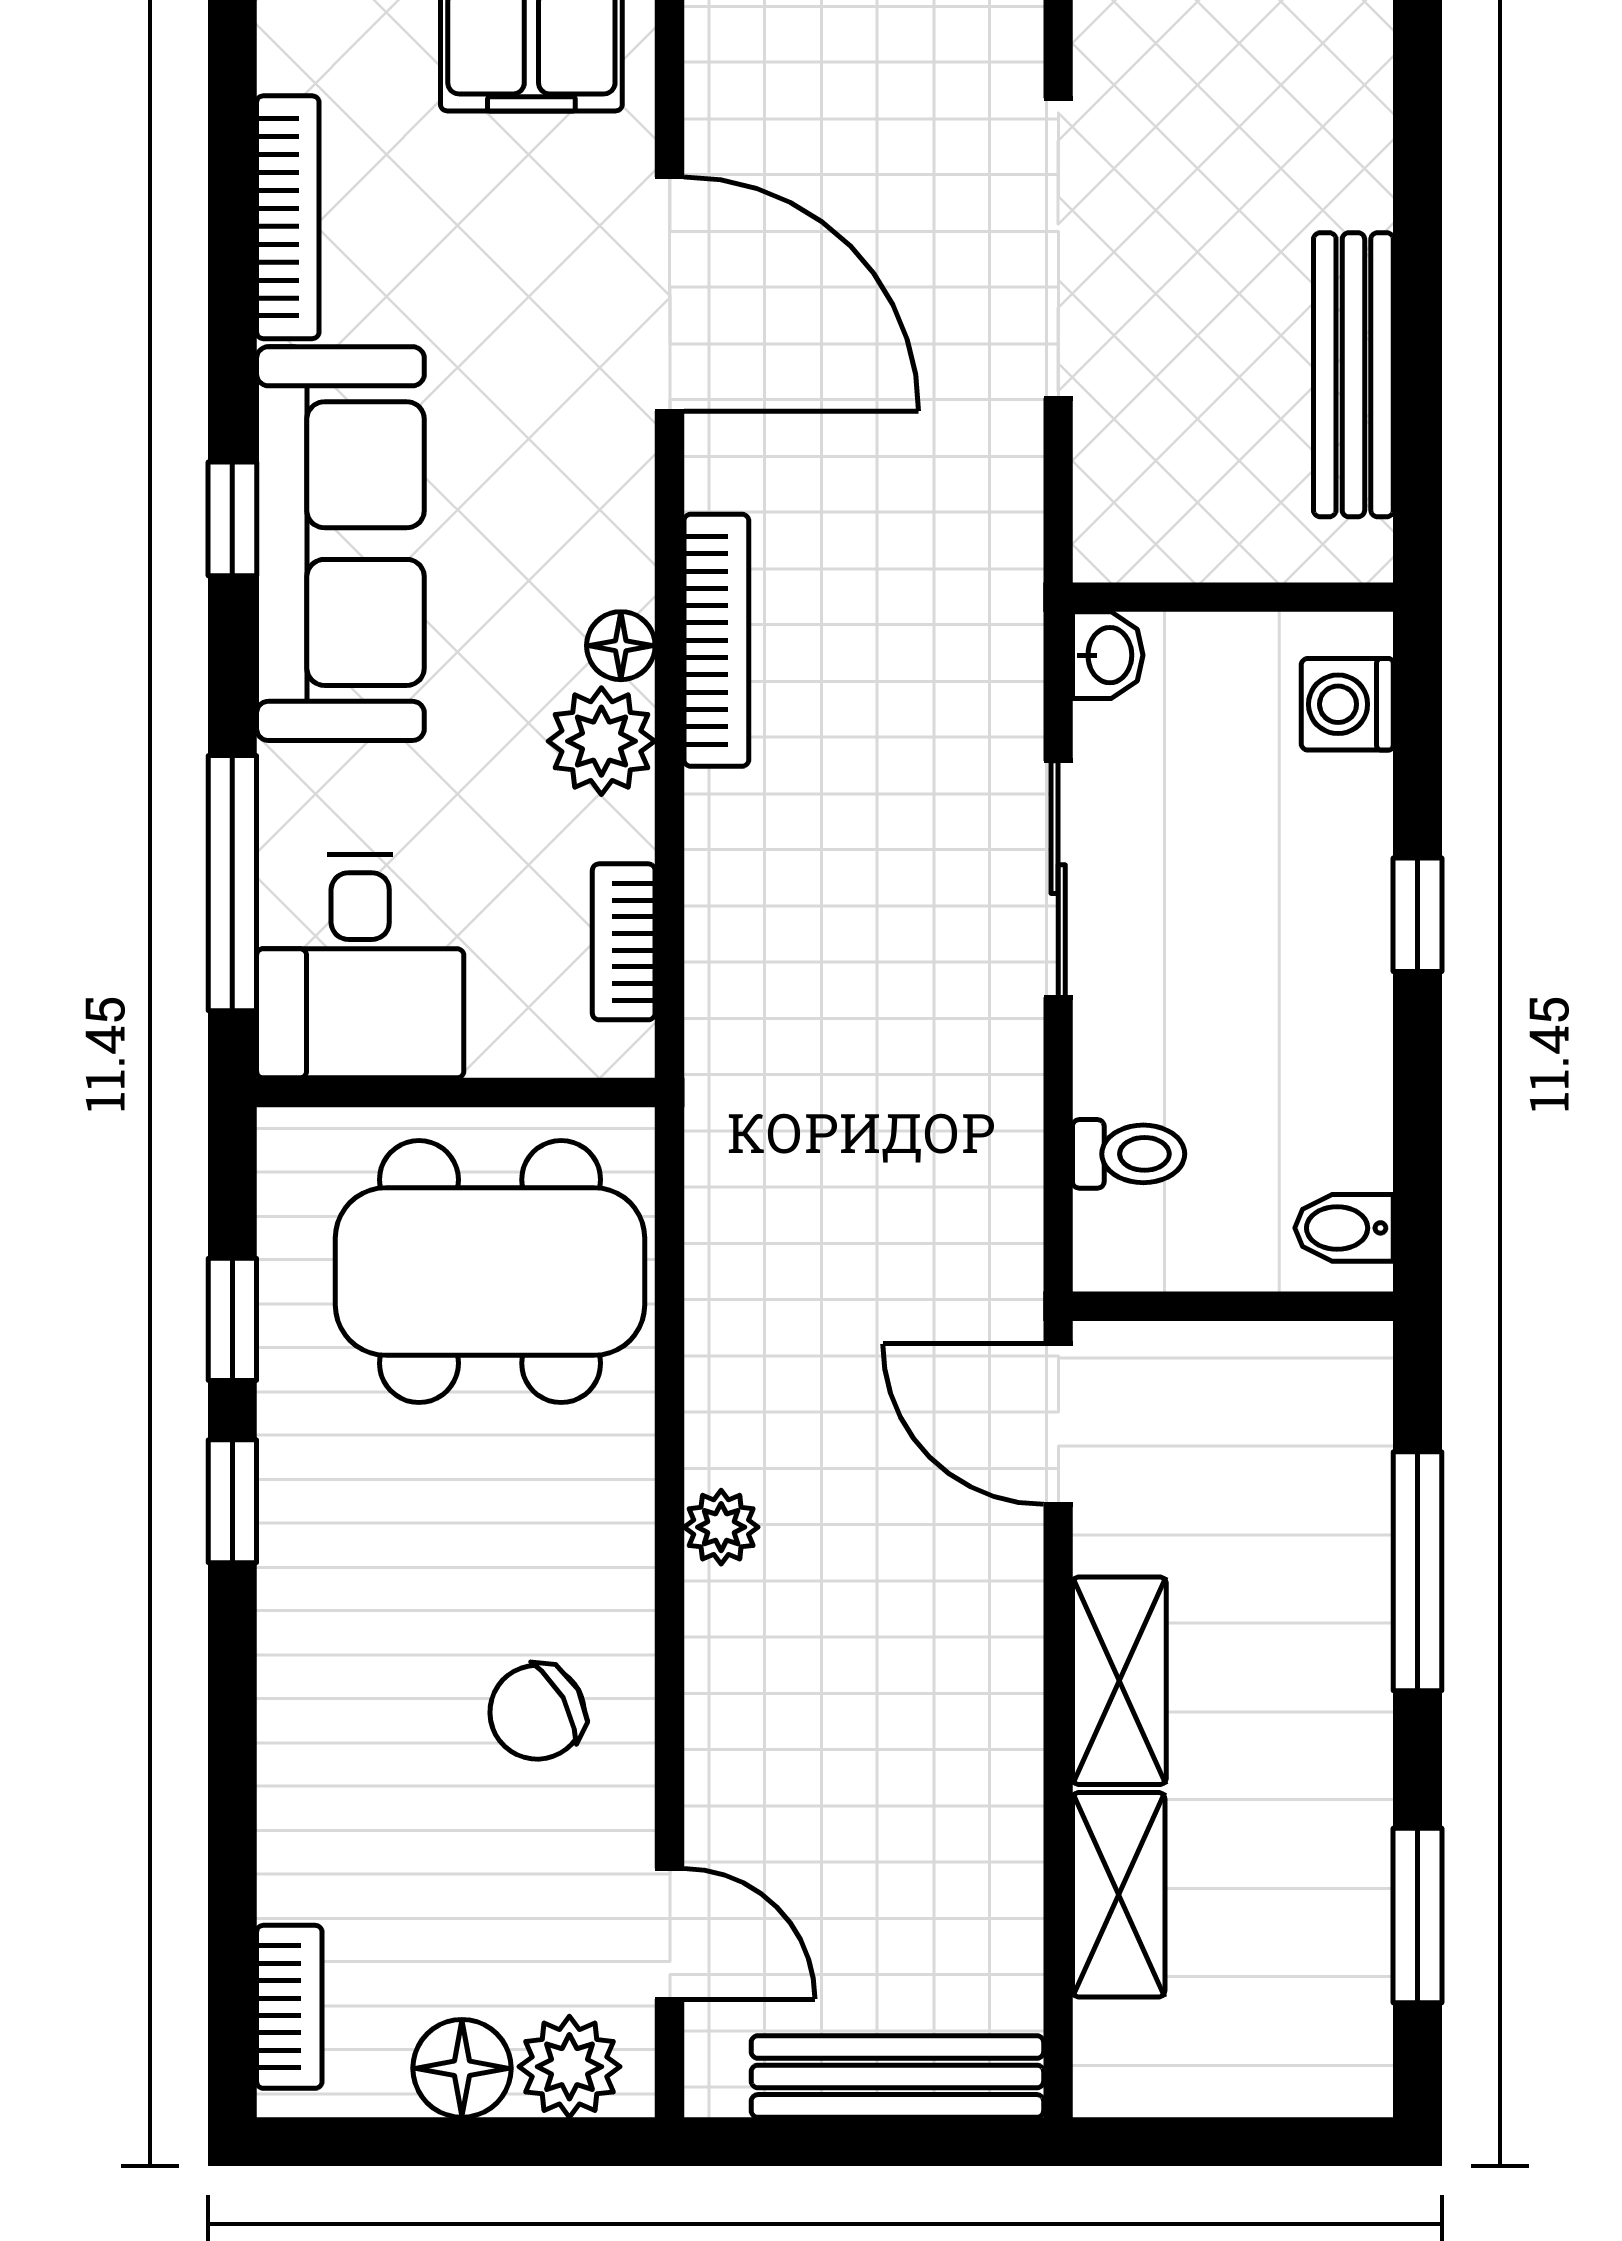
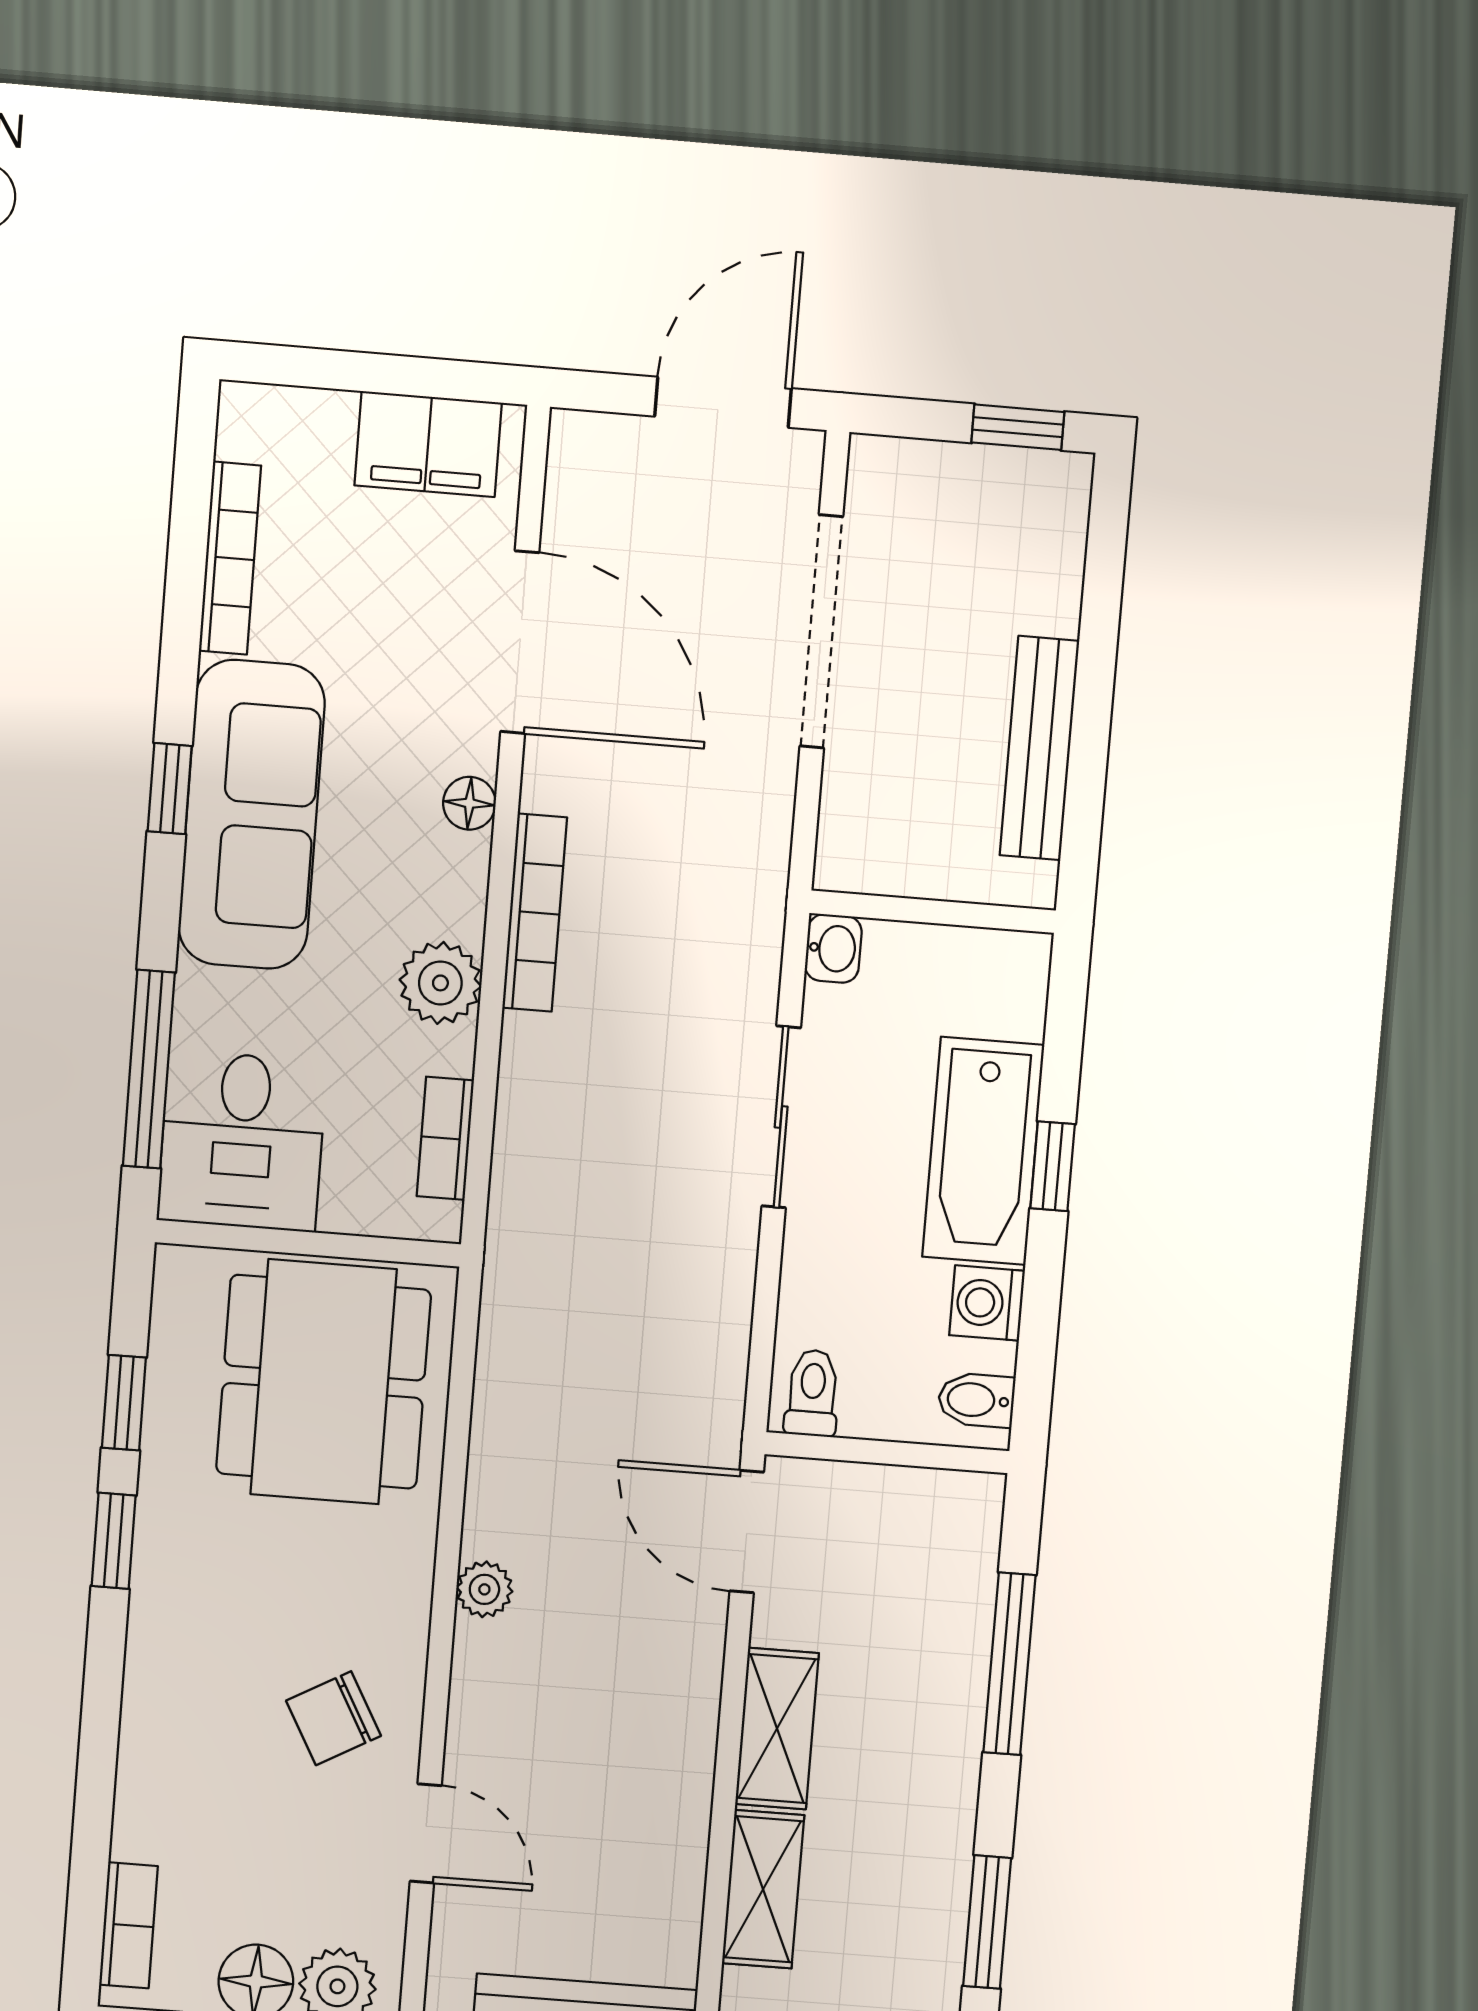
floor lamp: (621, 646) -> (469, 803), moved
washing machine: (1347, 704) -> (987, 1303), moved
bathtub: (1325, 902) -> (983, 1151), added
toilet: (1129, 1154) -> (812, 1393), moved, turned -90
dining table: (490, 1272) -> (324, 1382), turned 90
door: (670, 1934) -> (426, 1833), moved

